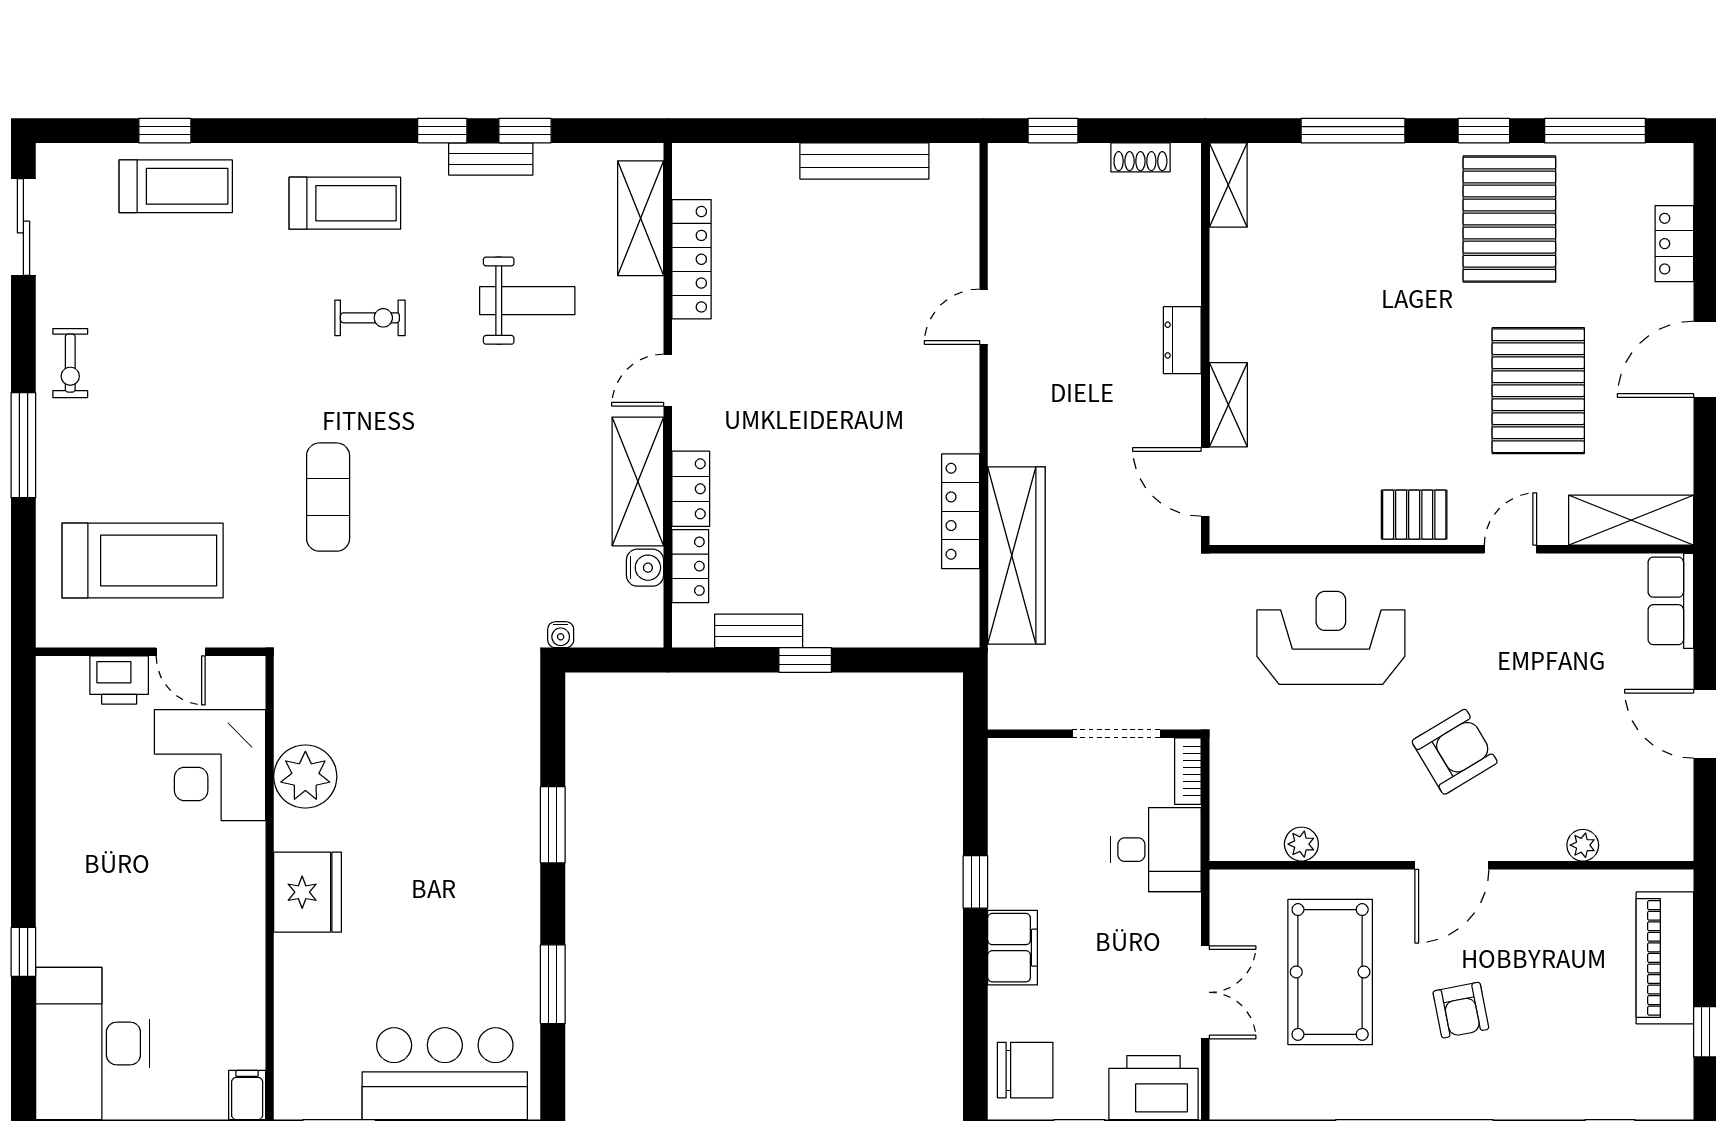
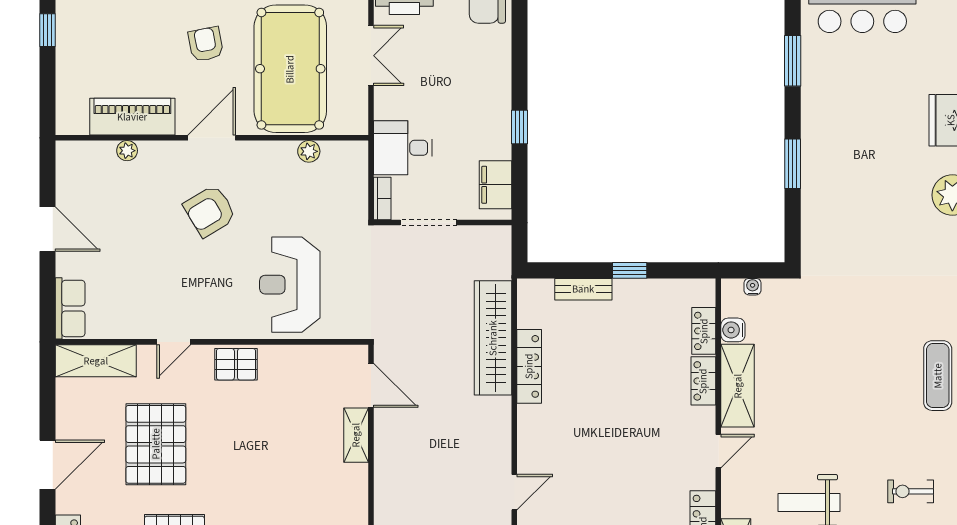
dresser: (1182, 340) -> (386, 477), removed
bench: (759, 631) -> (583, 289), moved
water cooler: (561, 635) -> (753, 287), moved
reception desk: (1331, 638) -> (290, 285), turned 90
filing cabinet: (1013, 948) -> (495, 185), moved
piano: (1665, 958) -> (132, 117), moved, turned -90
pool table: (1330, 972) -> (290, 69), width x1.36, depth x1.32
double door: (1205, 992) -> (371, 56), swing flipped

